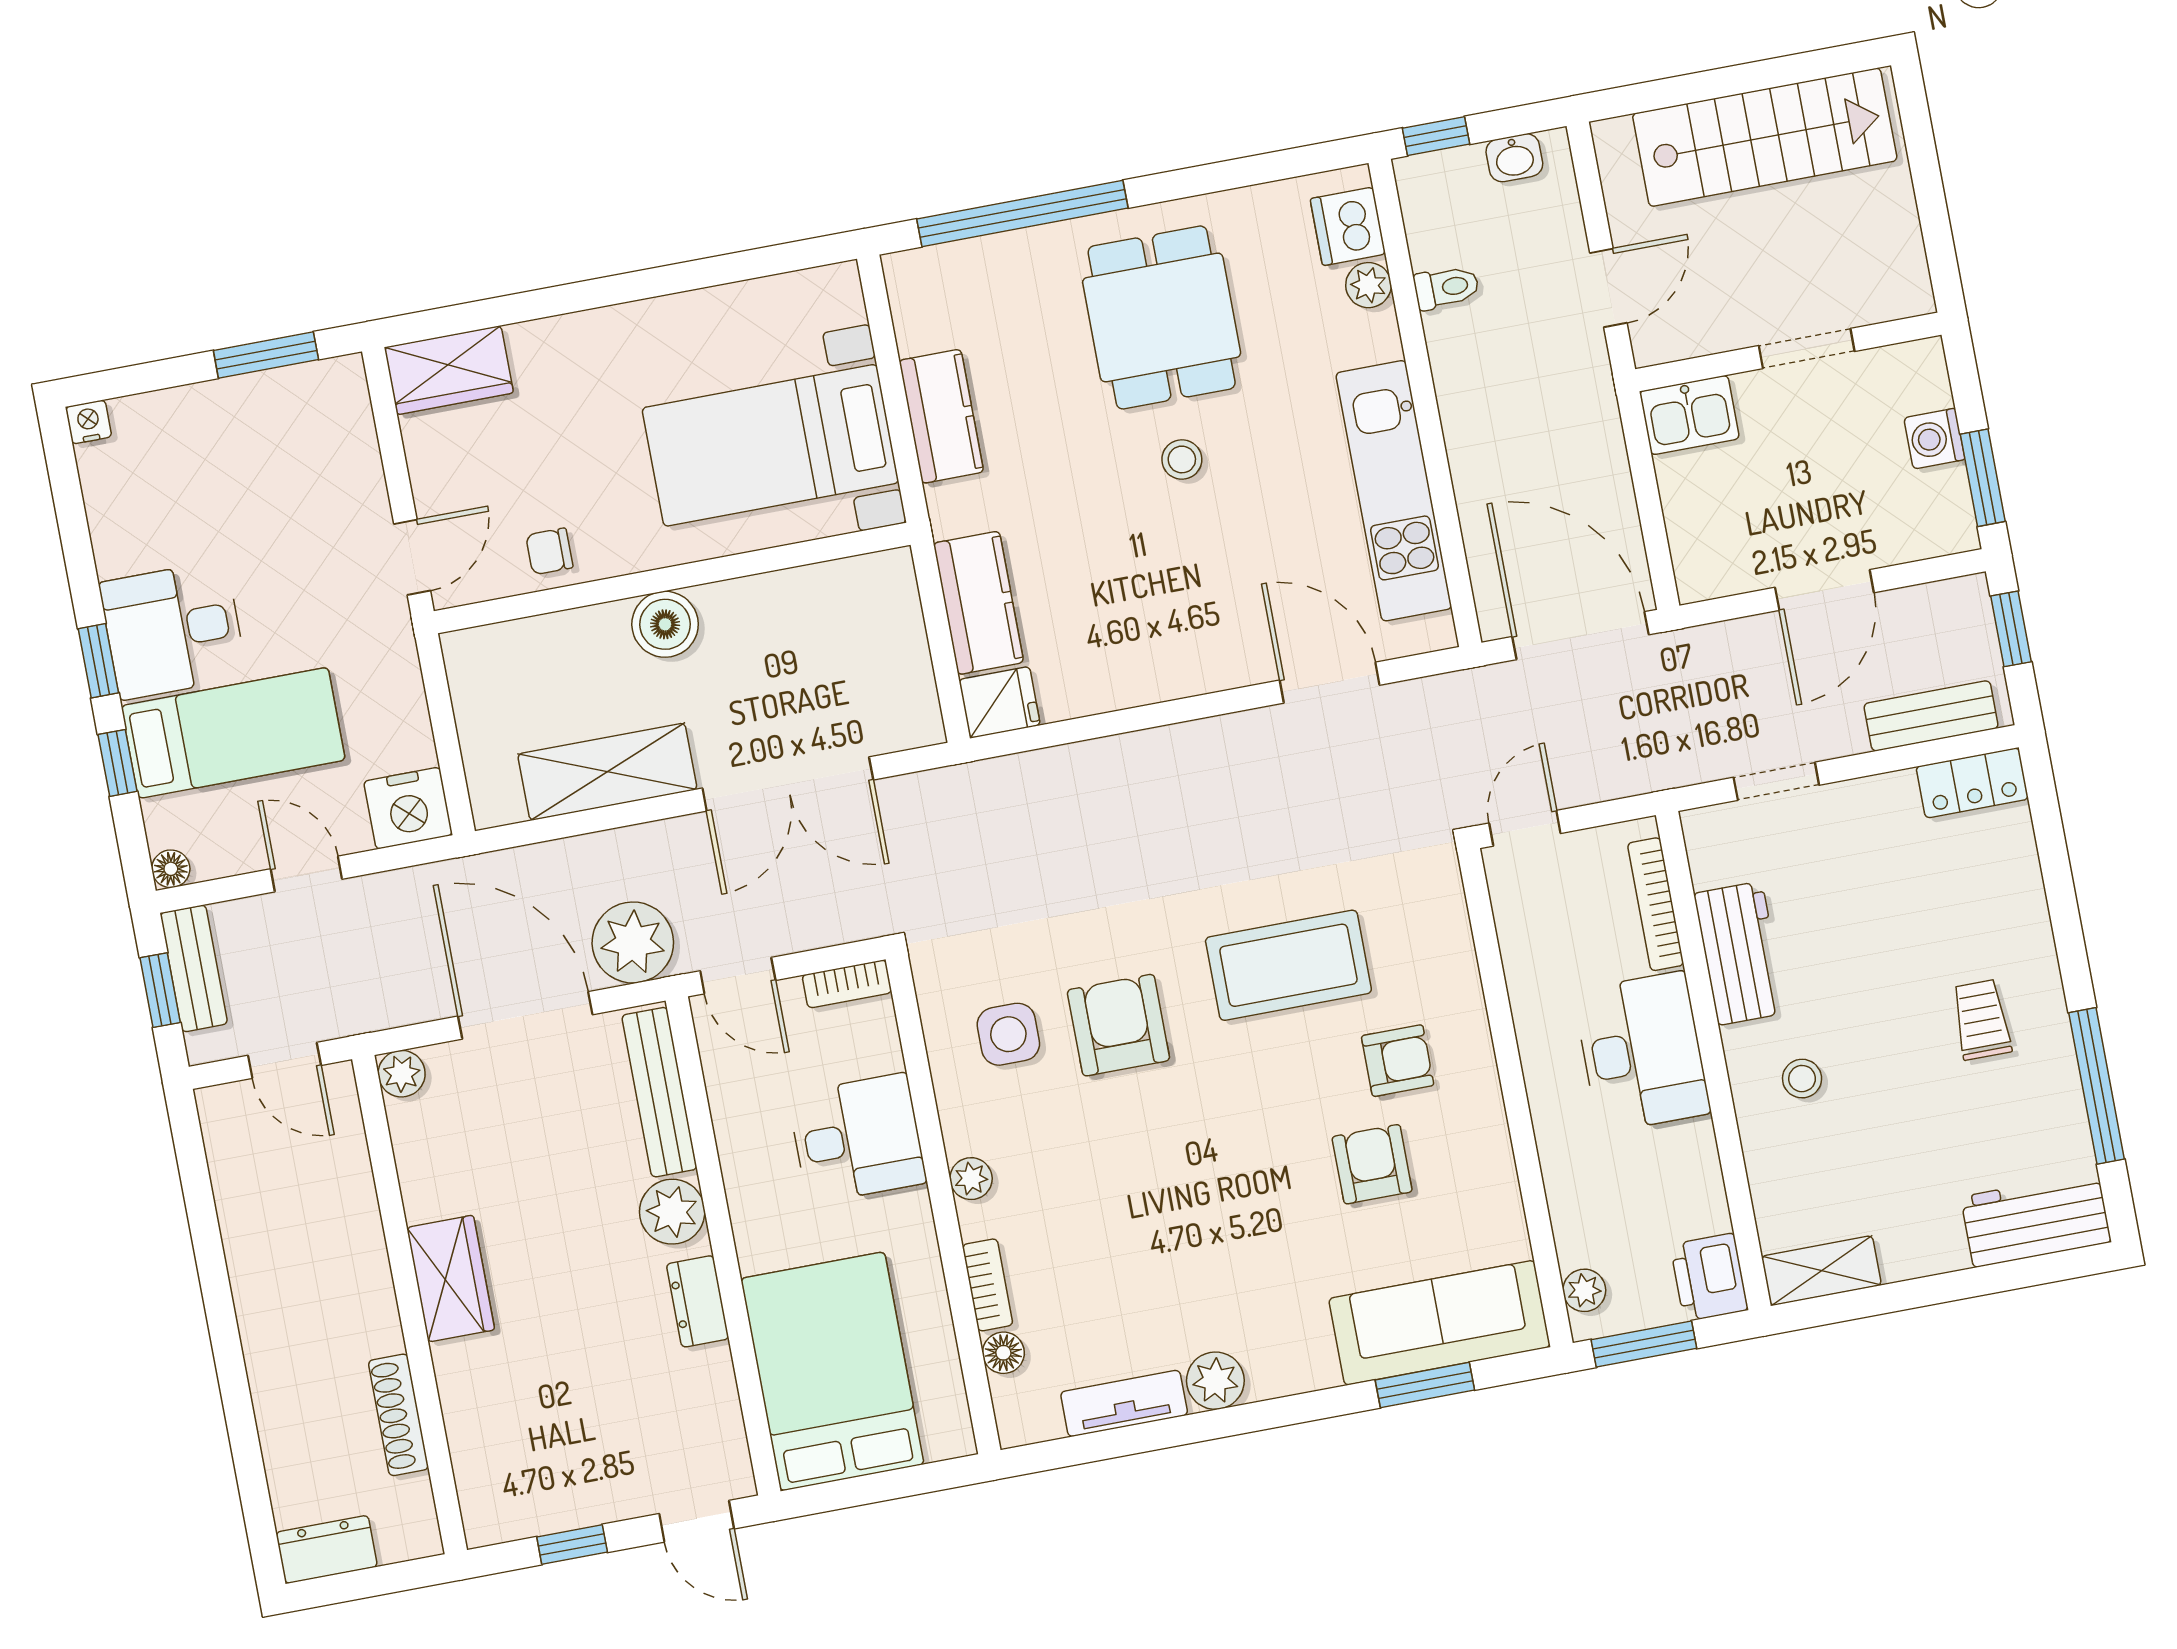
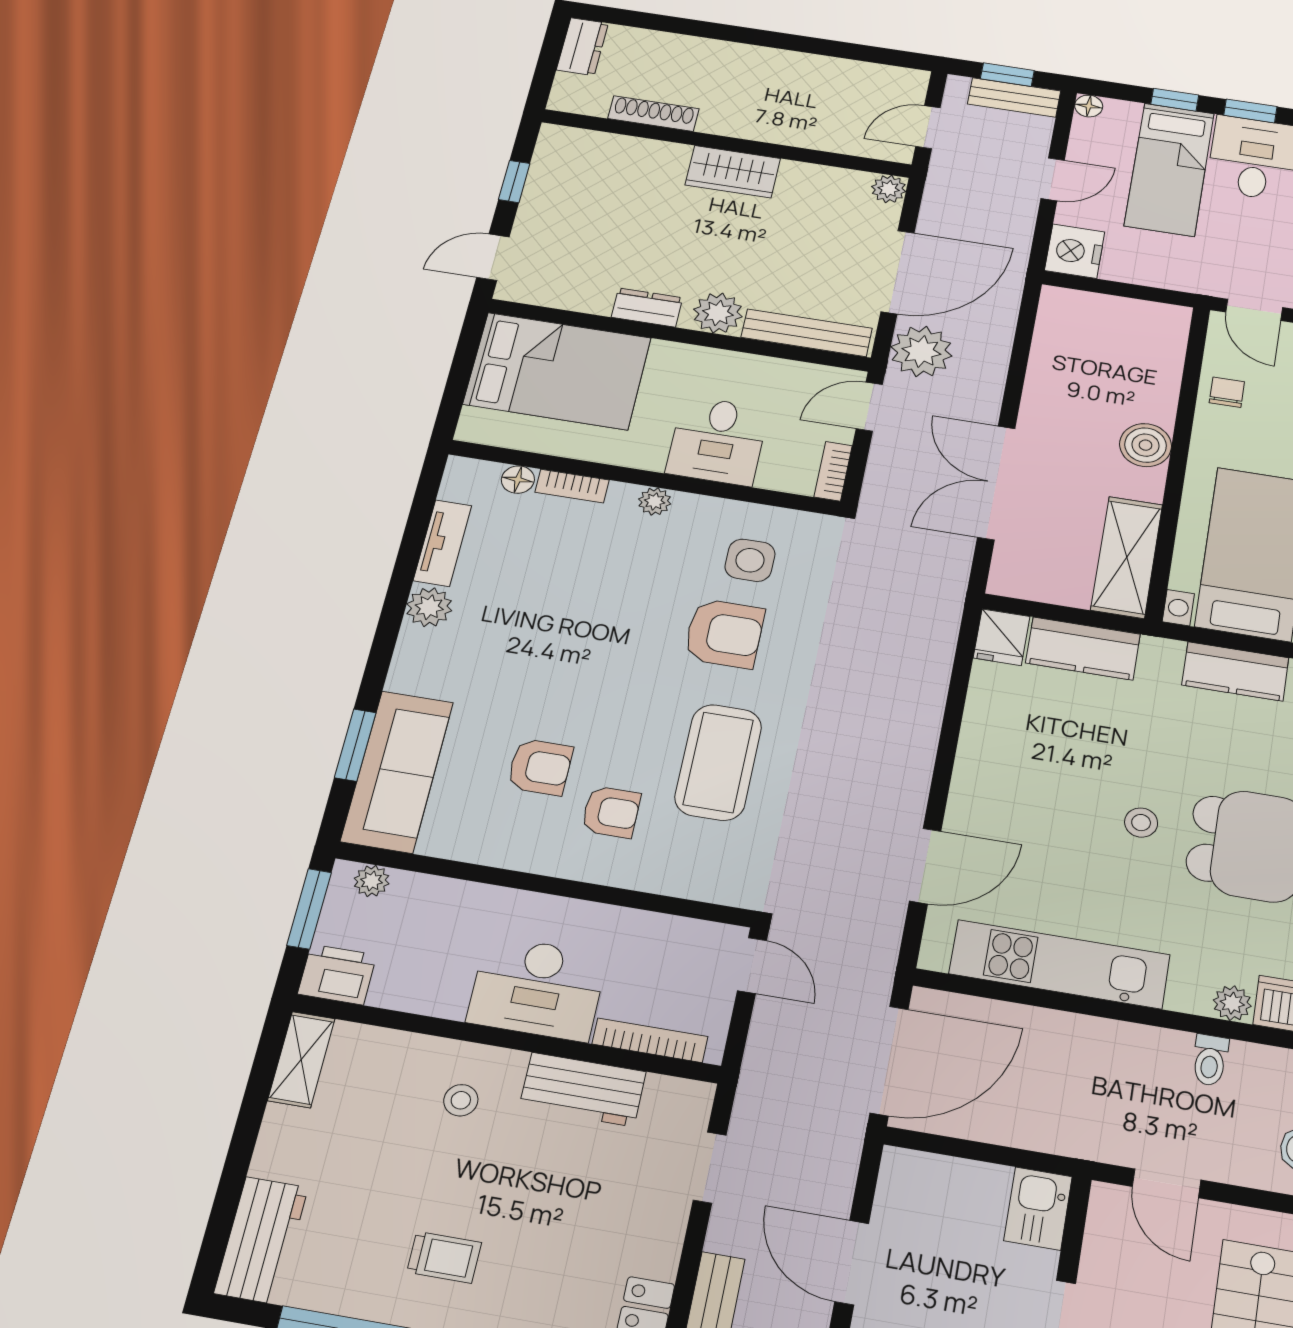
shelving: (607, 772) -> (1127, 557), moved
armchair: (1398, 1061) -> (611, 812), turned -90

